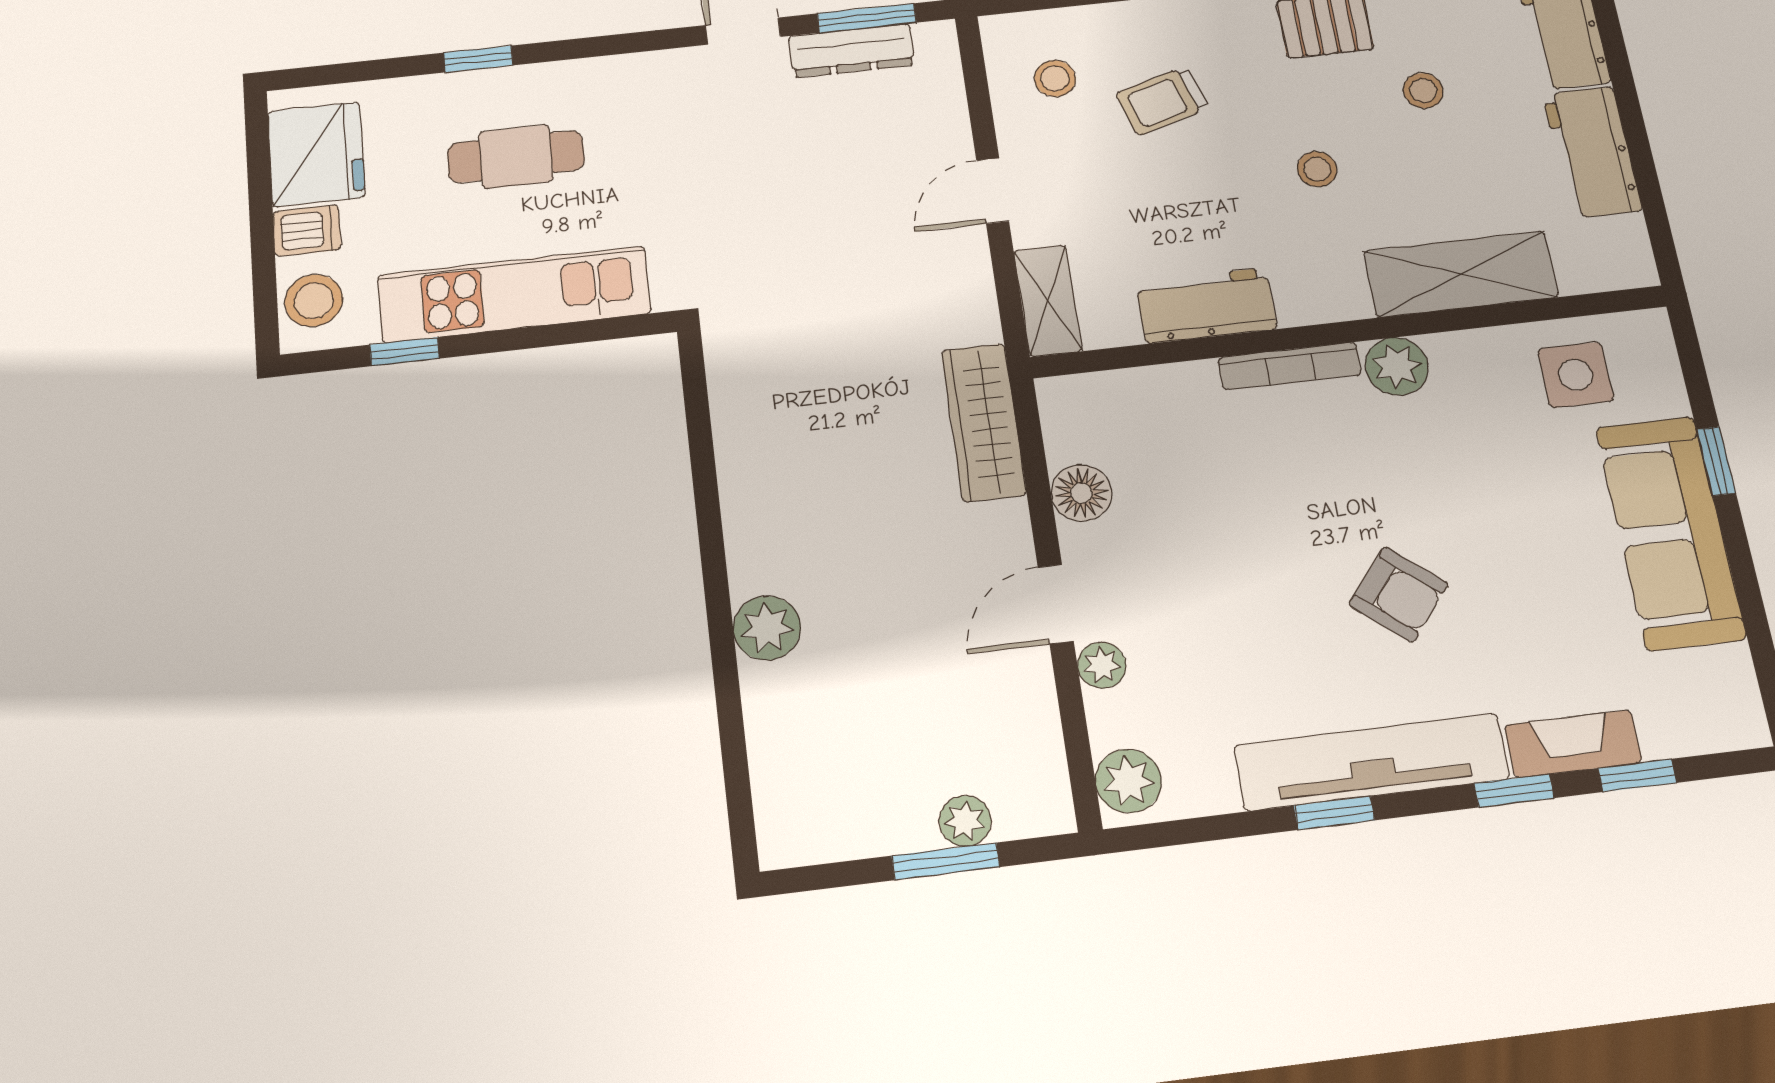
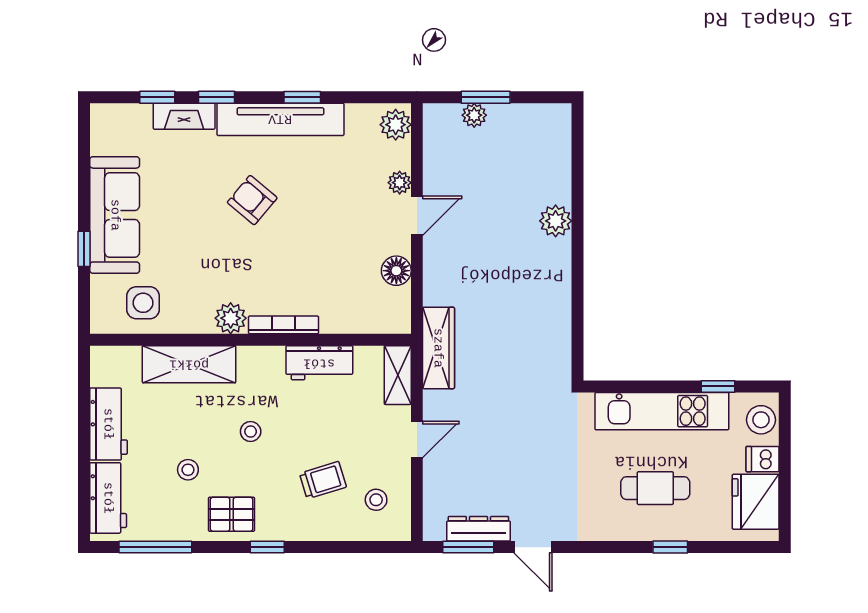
wardrobe: (984, 422) -> (438, 348), moved

